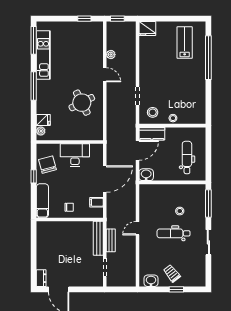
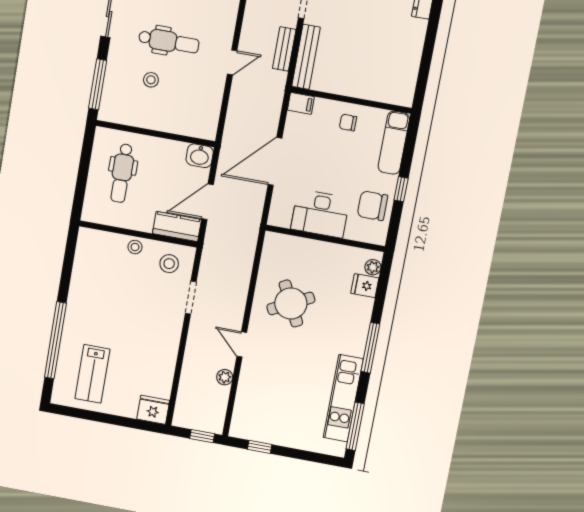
chair: (47, 165) -> (372, 206), turned 105
filing cabinet: (96, 202) -> (301, 103), moved

